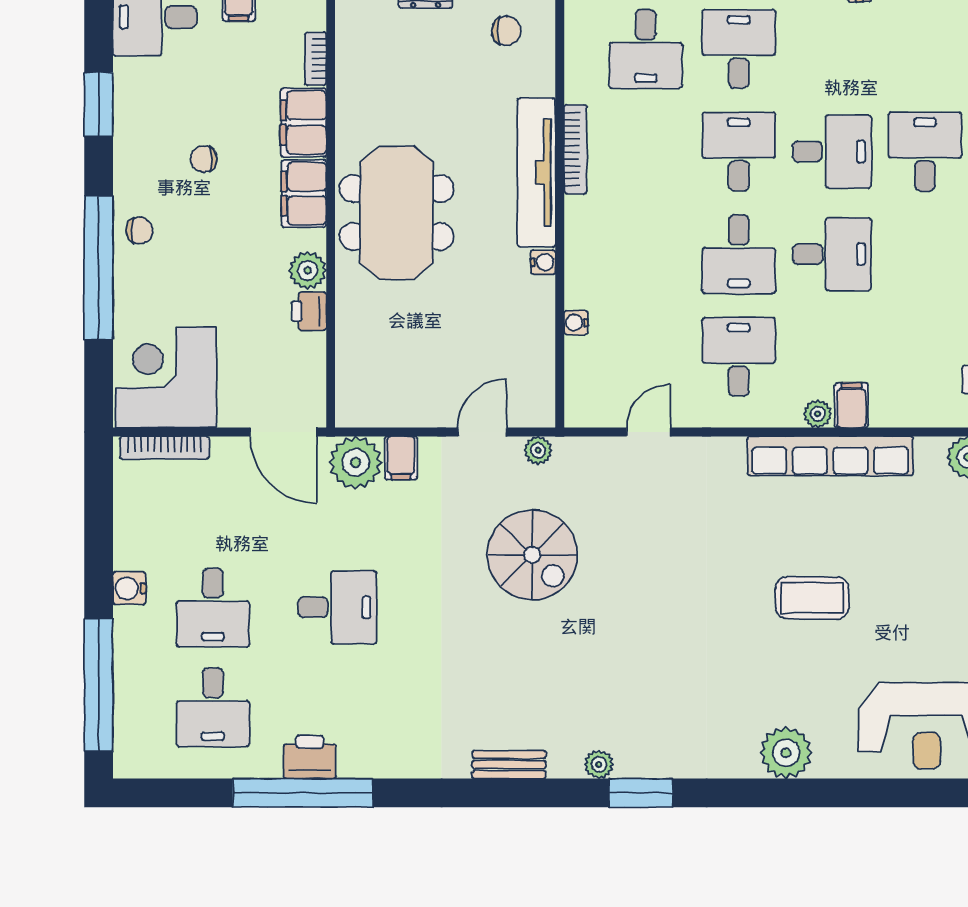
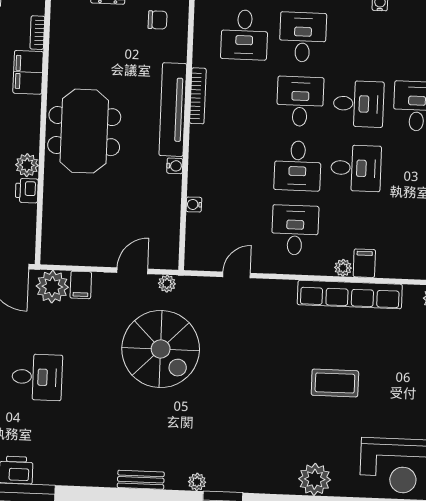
filing cabinet: (304, 193) -> (27, 117), removed
spiral stairs: (532, 555) -> (161, 349), width x1.37, depth x1.37

